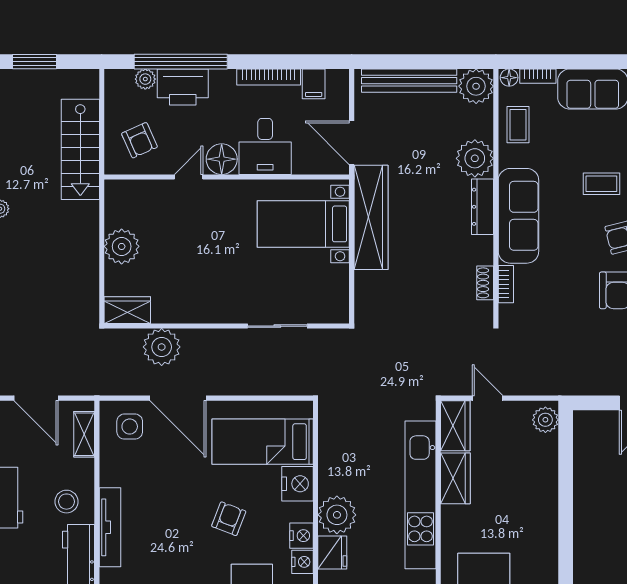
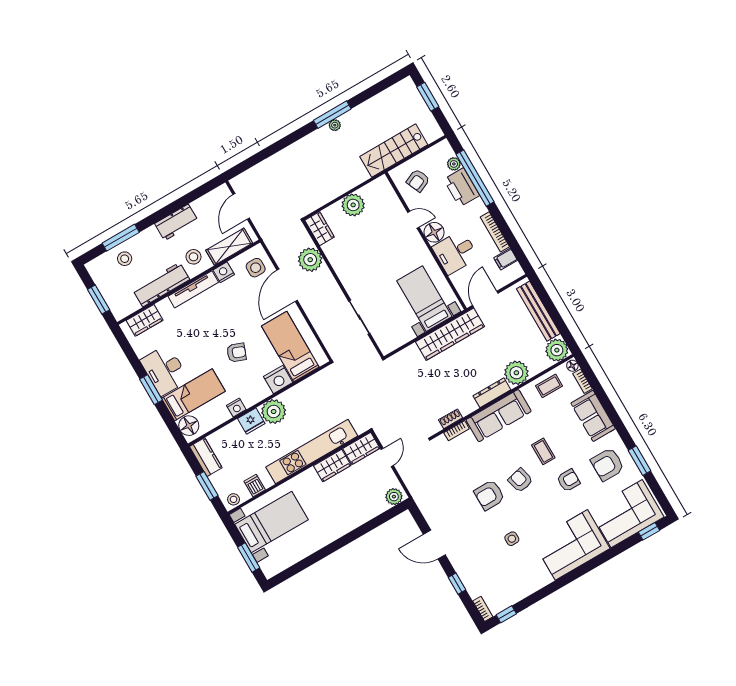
shelving: (84, 434) -> (229, 247), width x1.50, depth x1.33
nightstand: (302, 536) -> (224, 272), moved, turned 180

